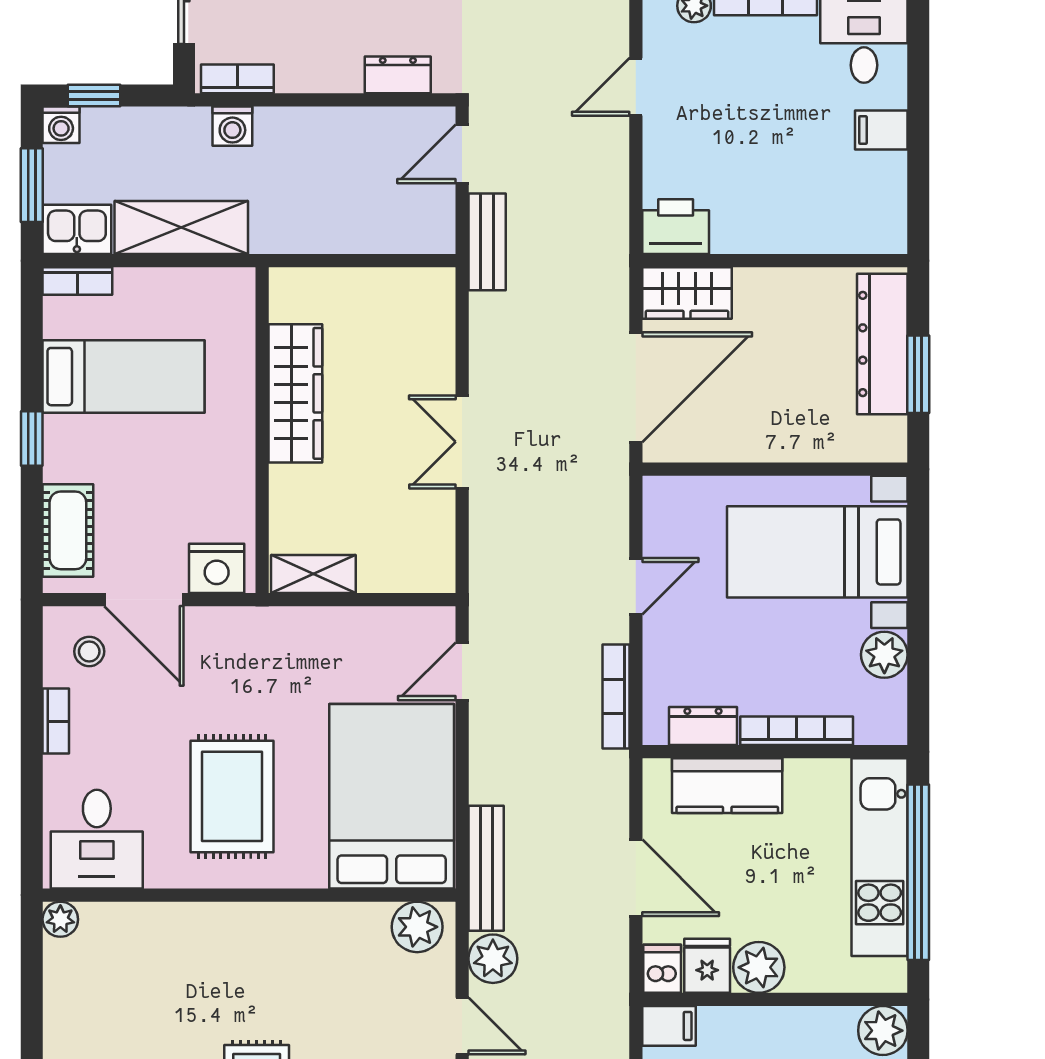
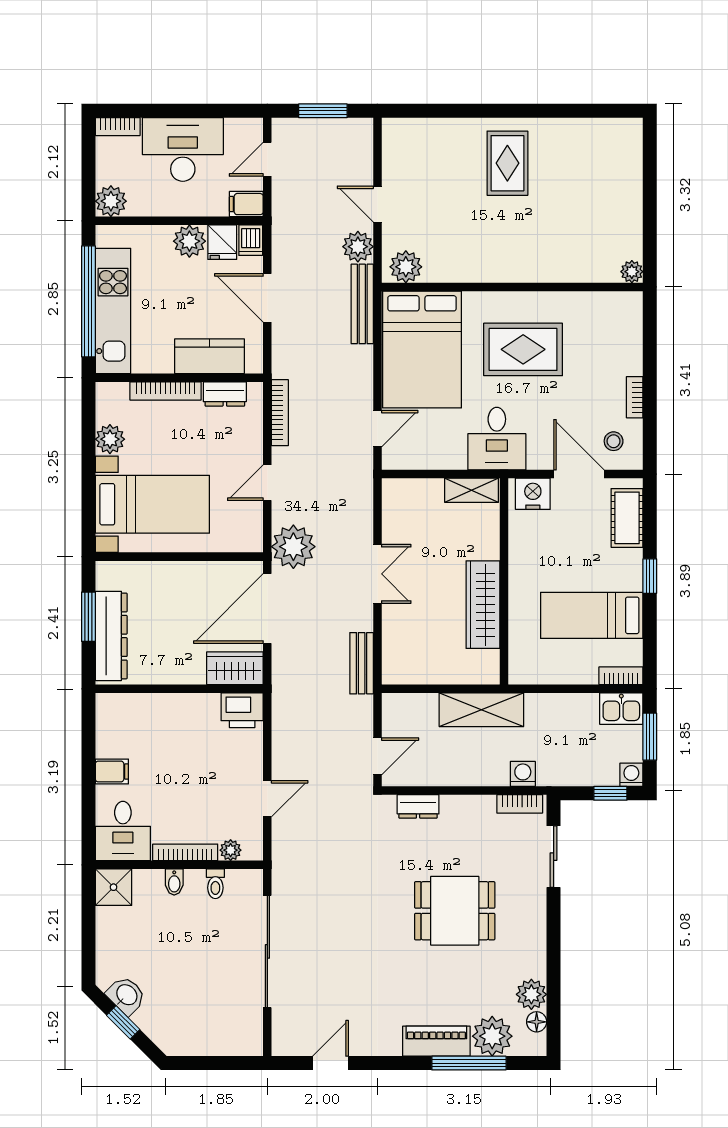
shelving: (181, 227) -> (481, 710), moved
bench: (487, 242) -> (362, 663), moved
plant: (595, 485) -> (293, 547), added
rug: (232, 796) -> (523, 349), turned 90
desk: (97, 839) -> (497, 439), moved, turned 180

